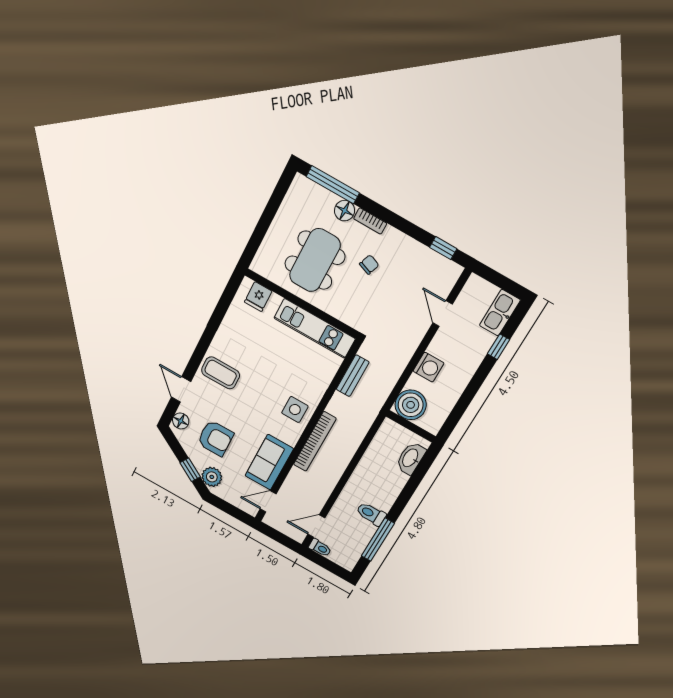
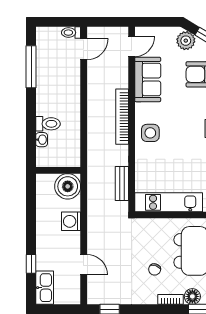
washbasin: (411, 458) -> (42, 140), width x0.52, depth x0.69
toilet: (371, 514) -> (48, 124), moved

